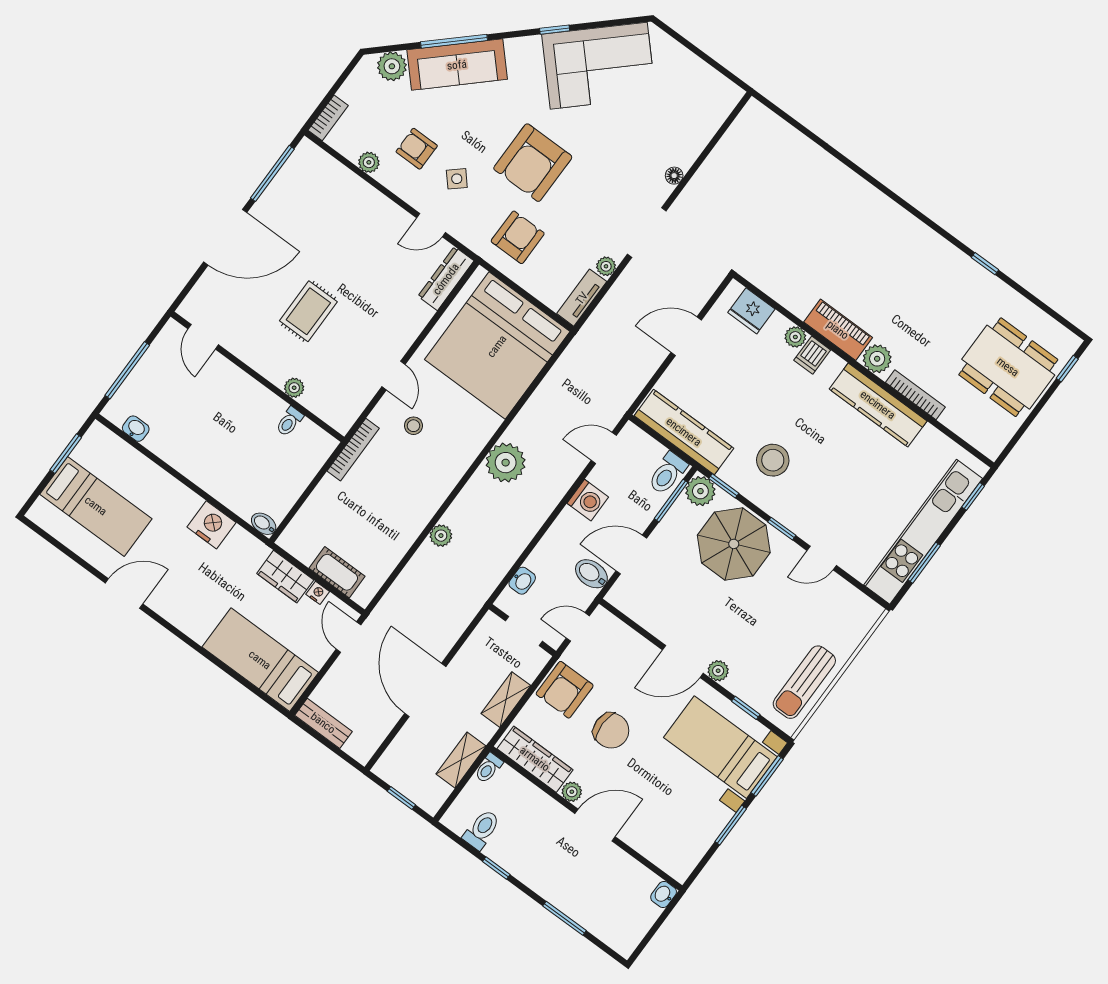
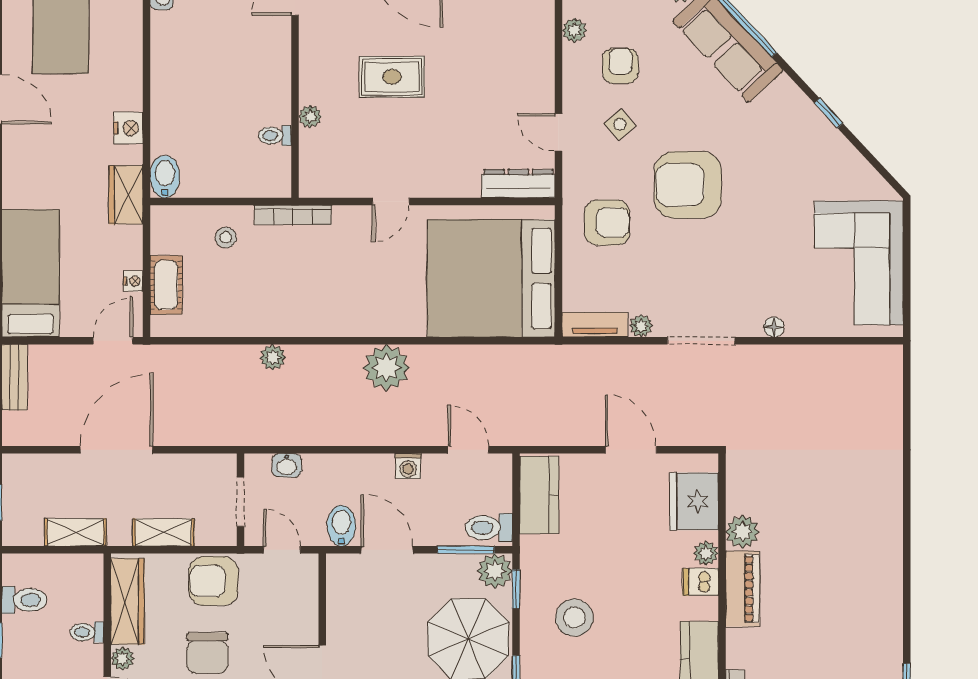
corner sofa: (599, 66) -> (859, 263), moved, turned 43
fridge: (751, 311) -> (694, 501), width x1.36, depth x1.34
plant: (877, 359) -> (742, 532), moved
stool: (413, 426) -> (226, 238), moved
kitchen counter: (684, 432) -> (539, 495), width x0.67
washing machine: (588, 500) -> (408, 466), width x0.73, depth x0.73
bidet: (264, 524) -> (165, 177), width x1.38, depth x1.36
nightstand: (211, 525) -> (128, 128), width x0.74, depth x0.75
wardrobe: (285, 577) -> (126, 195), moved
toilet: (488, 768) -> (87, 632), moved

